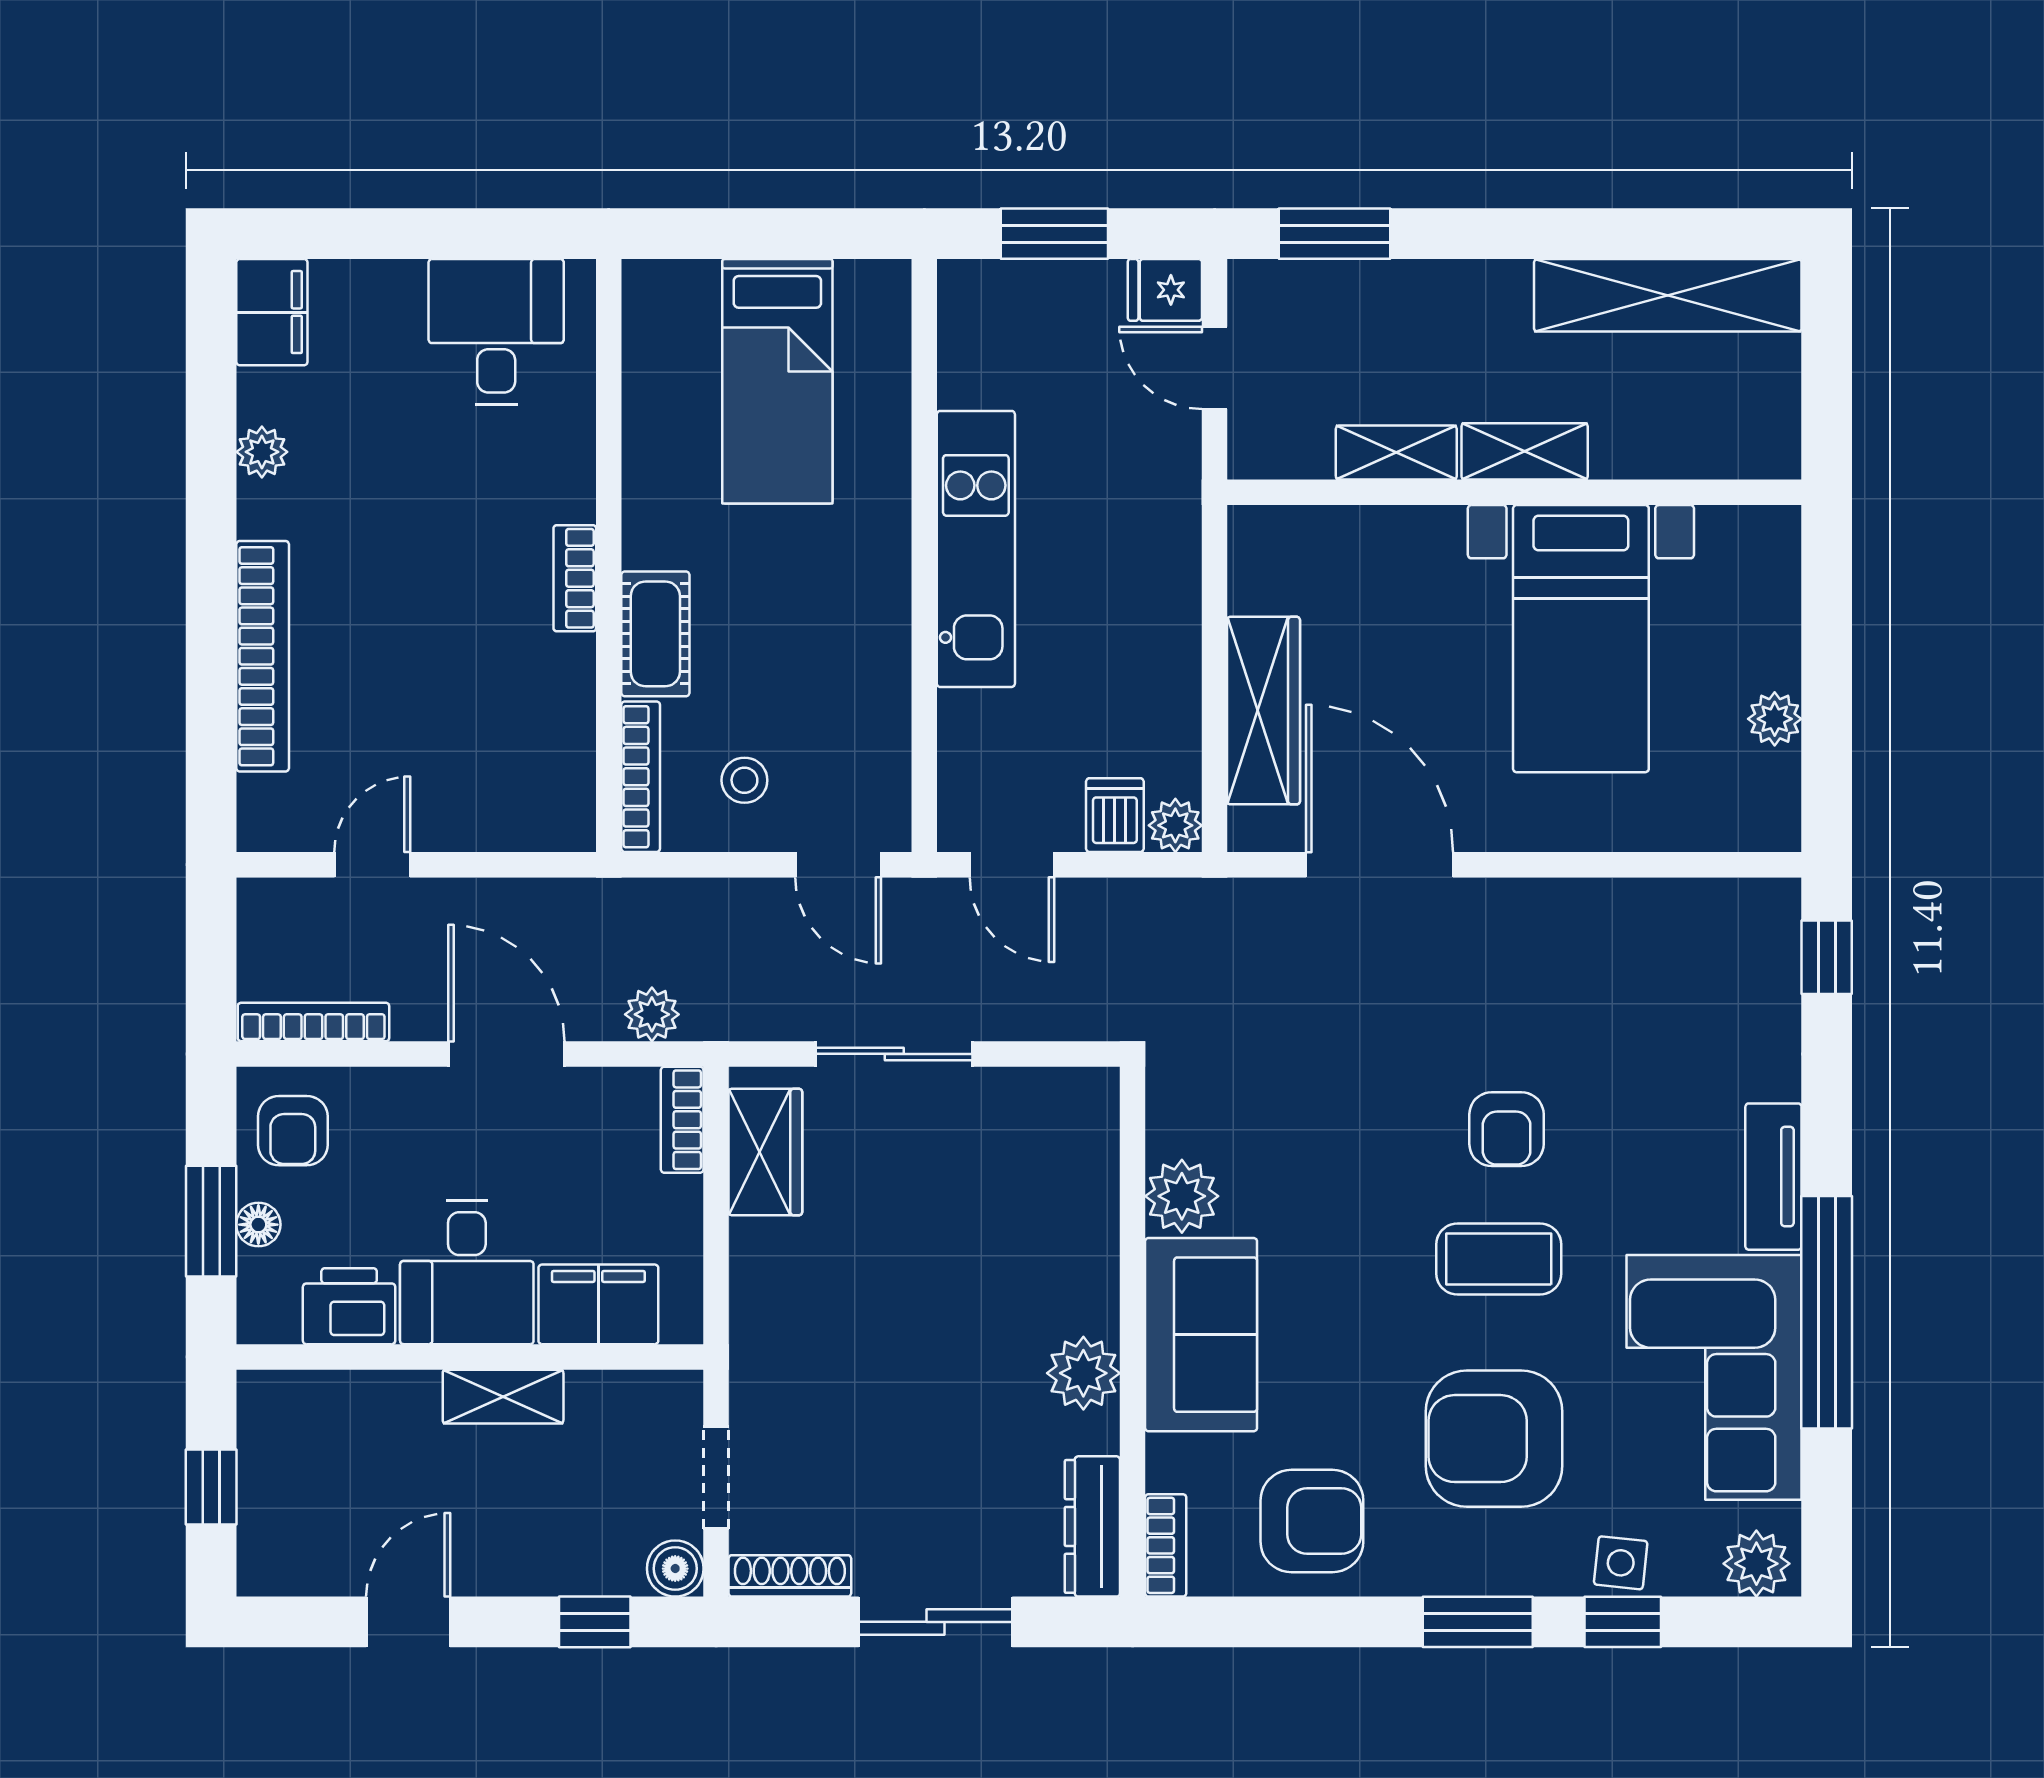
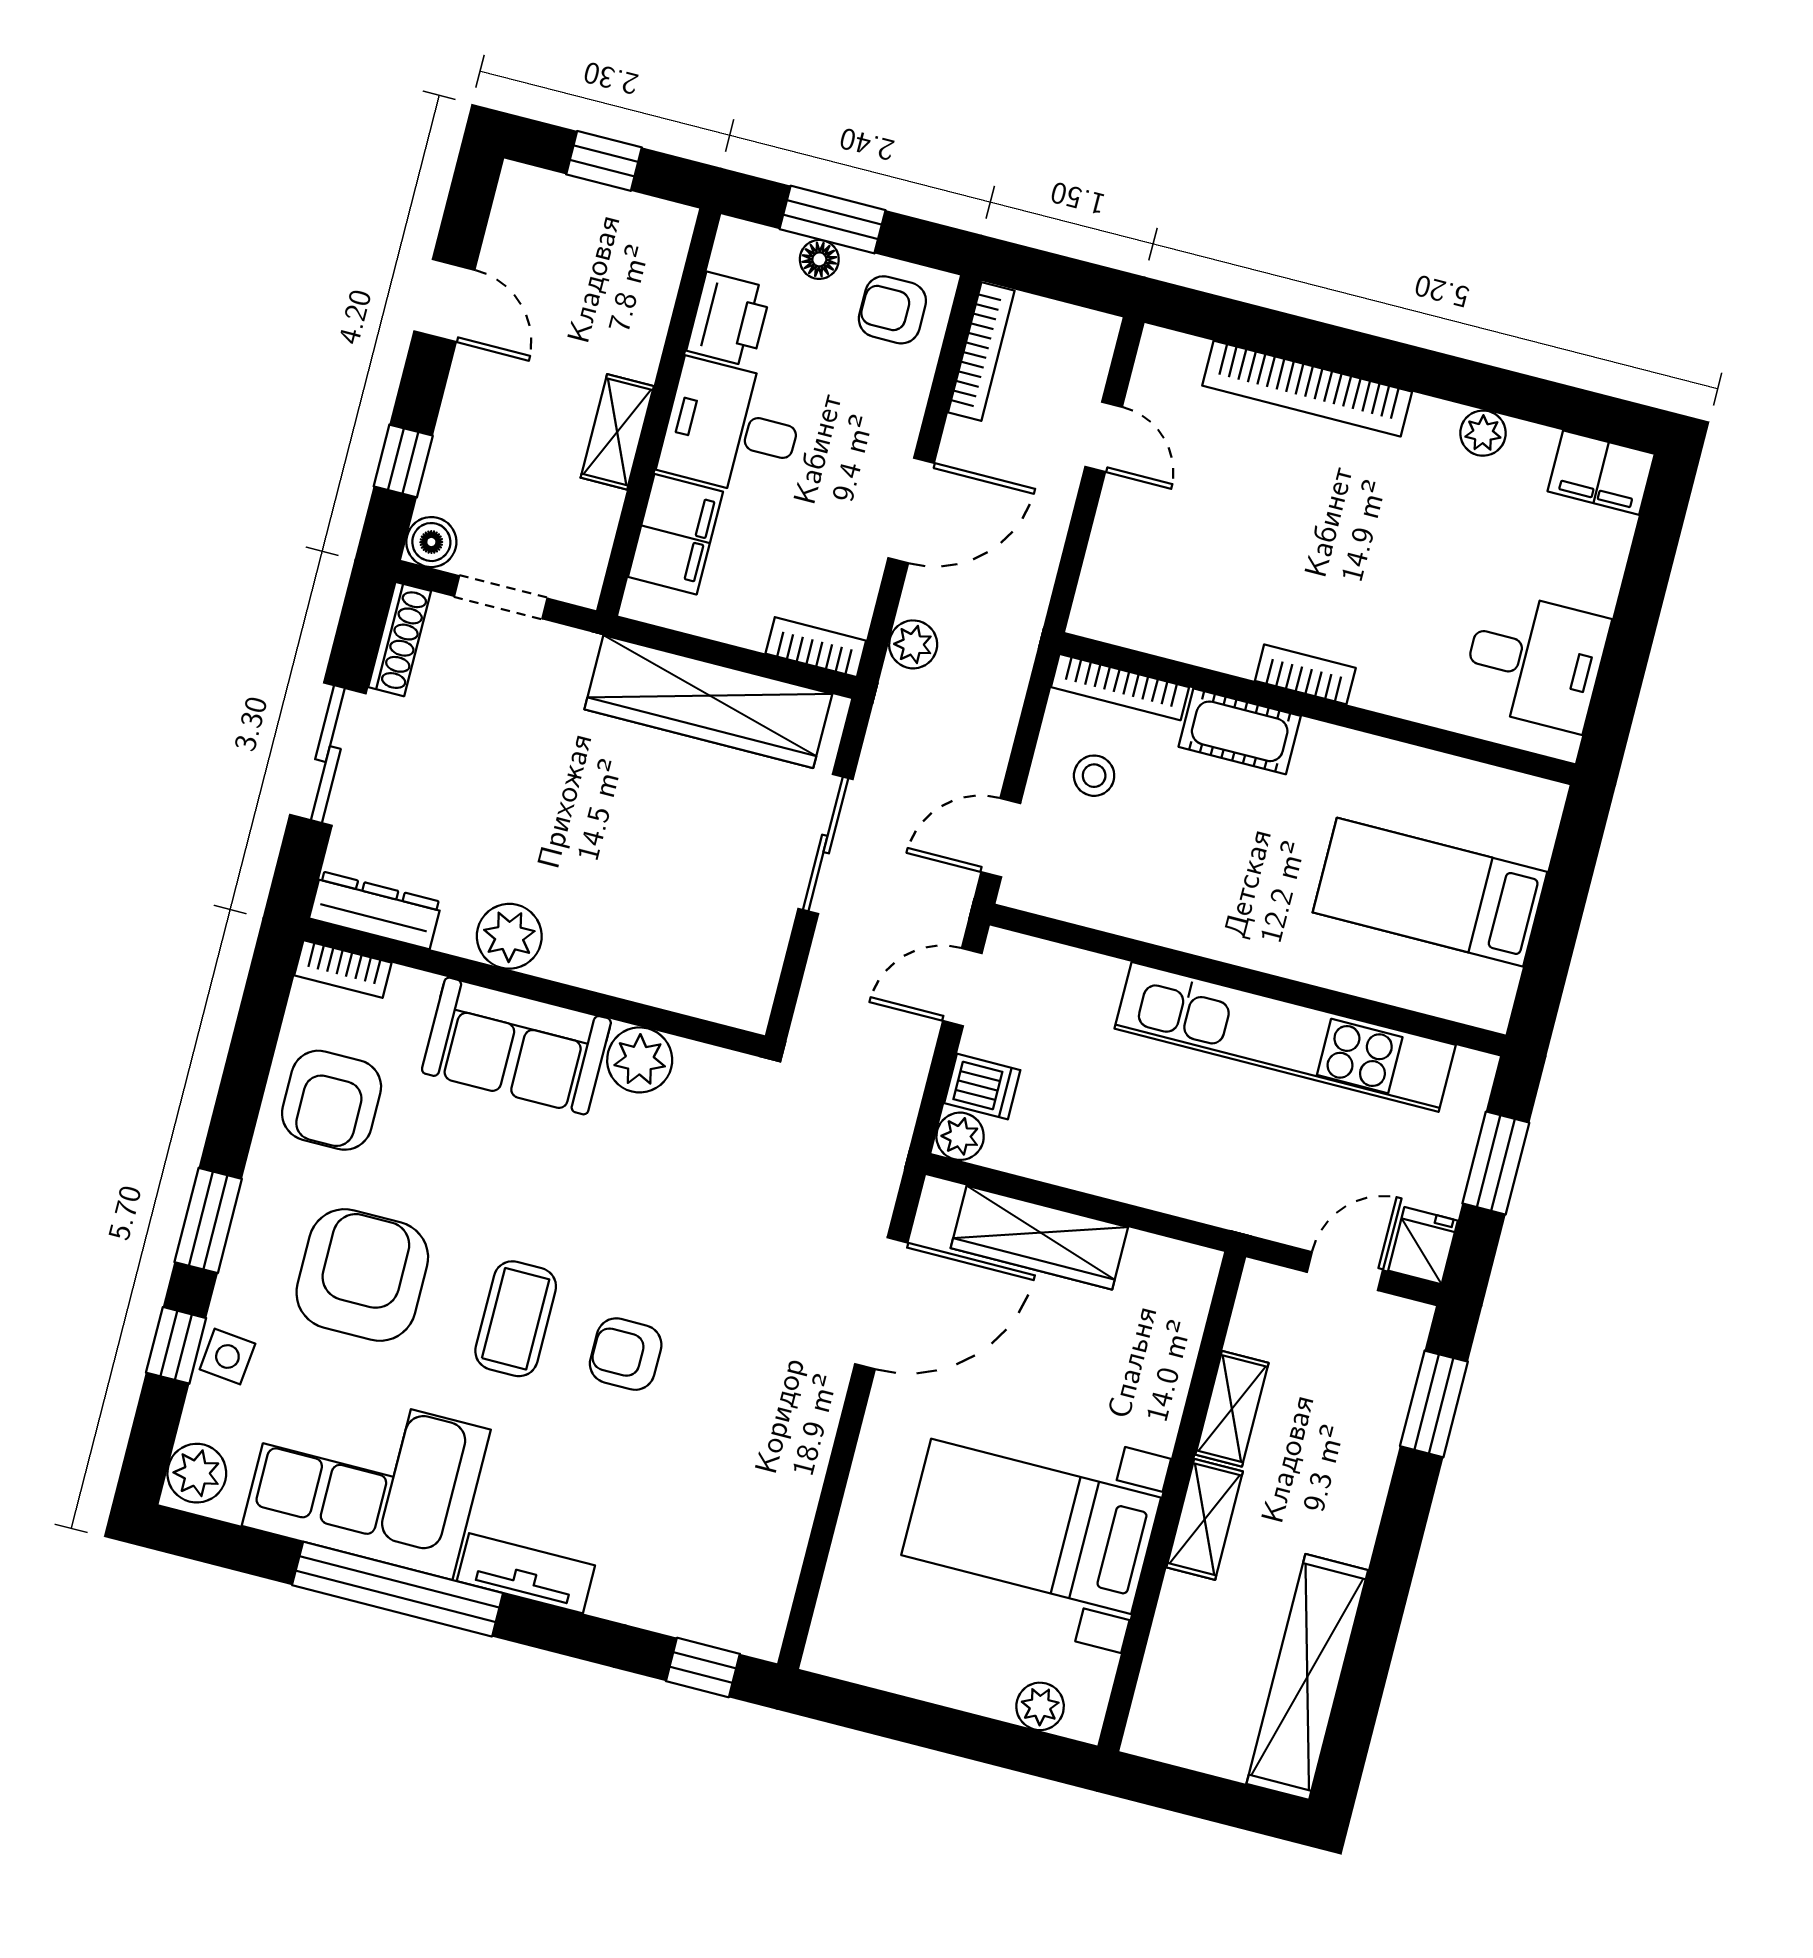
kitchen unit: (976, 549) -> (1285, 1037), width x1.36
plant: (1775, 719) -> (1040, 1706), moved
wardrobe: (765, 1152) -> (708, 702), width x2.10, depth x1.17

